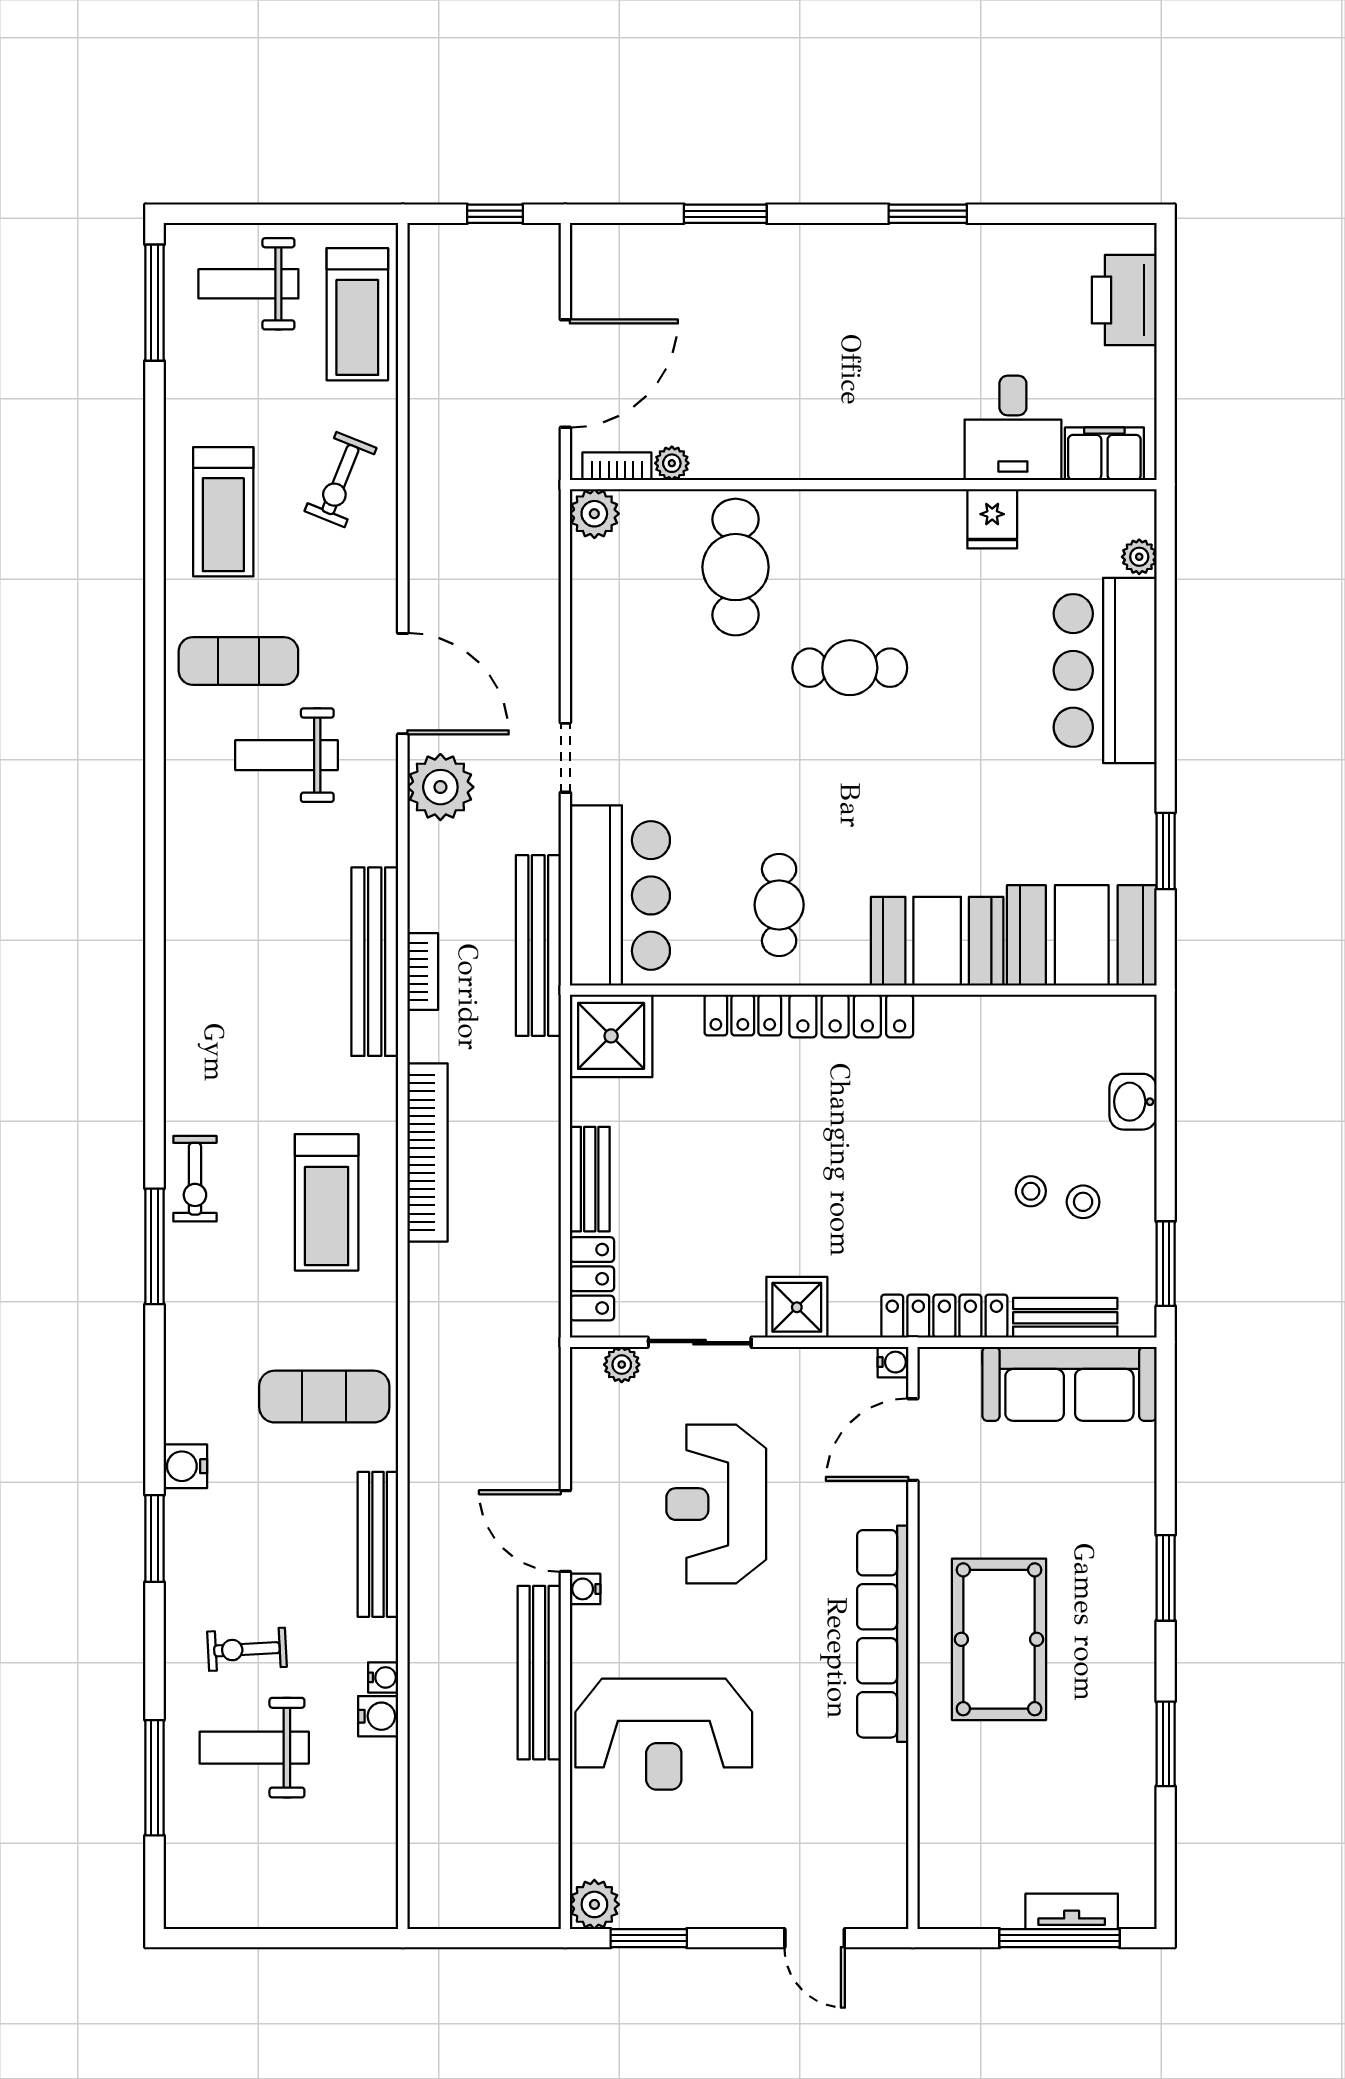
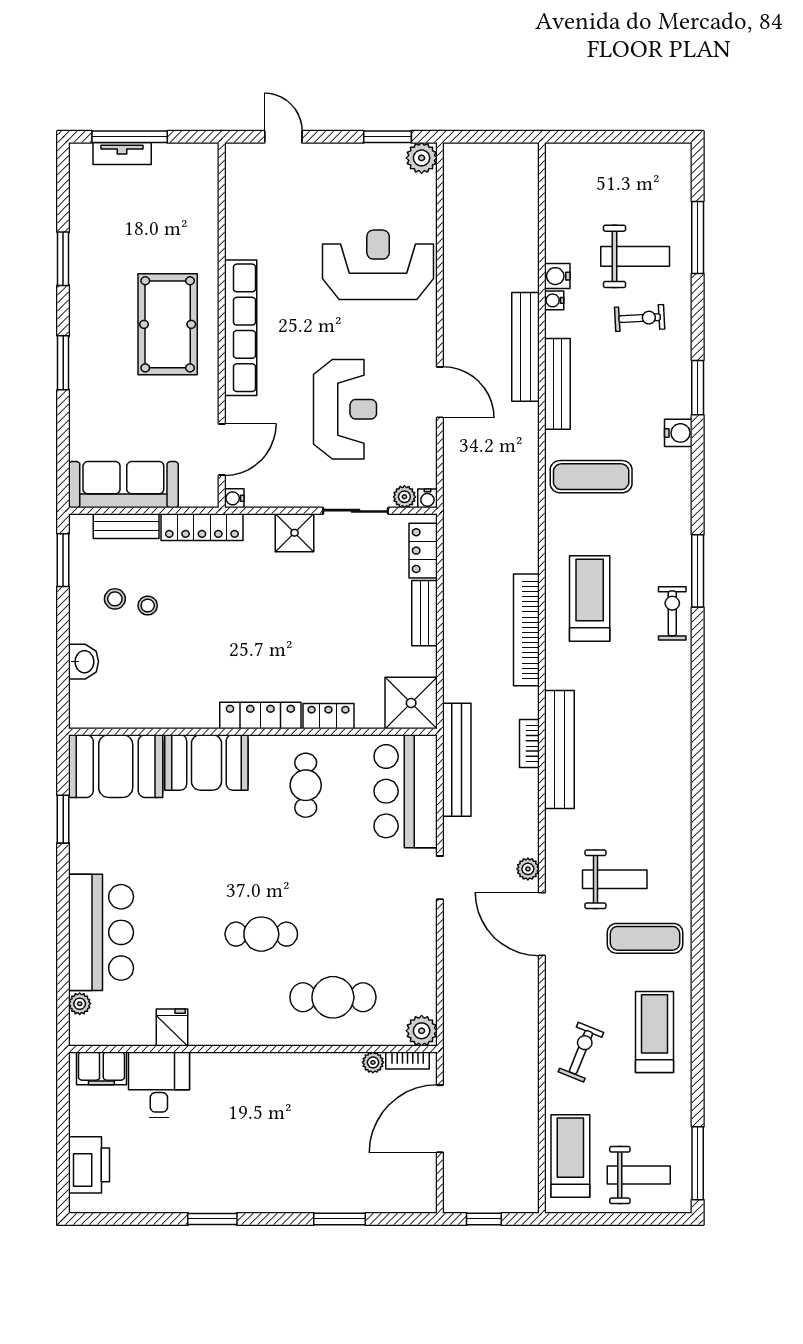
cafe table: (736, 567) -> (333, 997), turned 90
plant: (440, 787) -> (528, 869), width x0.53, depth x0.53
water cooler: (585, 1589) -> (427, 498), moved, turned 90
bench: (539, 1673) -> (525, 347), moved

